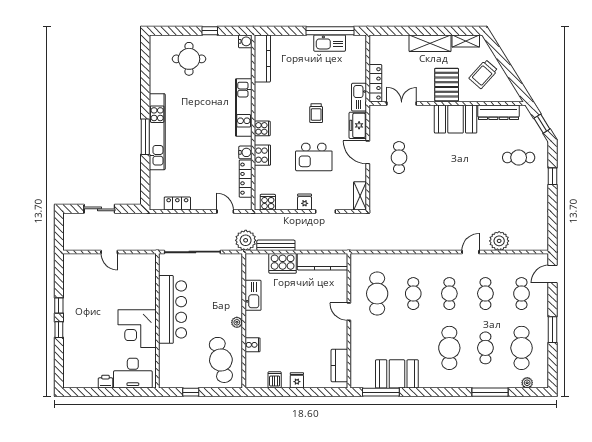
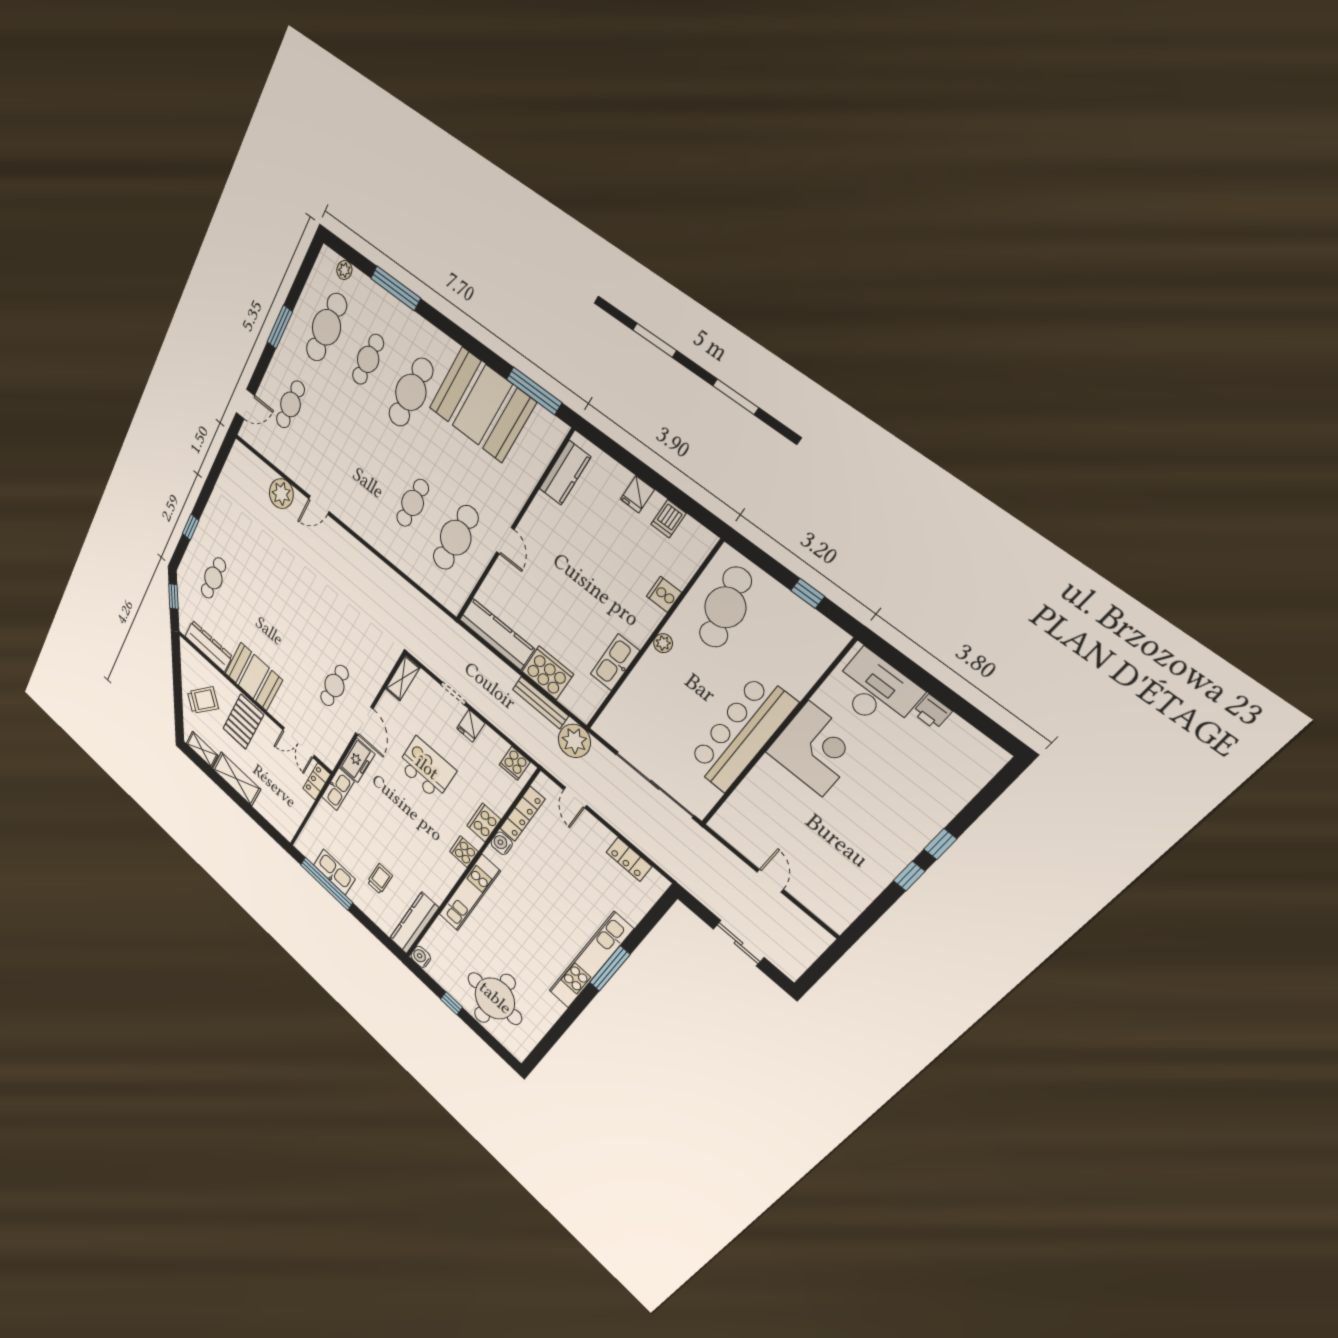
round table: (189, 59) -> (495, 998), width x1.36, depth x1.36
locker: (375, 83) -> (317, 781), width x0.66
trolley: (316, 113) -> (380, 879), moved
cafe table: (519, 158) -> (213, 578), turned 90
cafe table: (449, 294) -> (371, 469), removed
cafe table: (485, 294) -> (330, 436), removed
booth: (397, 374) -> (482, 405), width x1.36, depth x1.42

